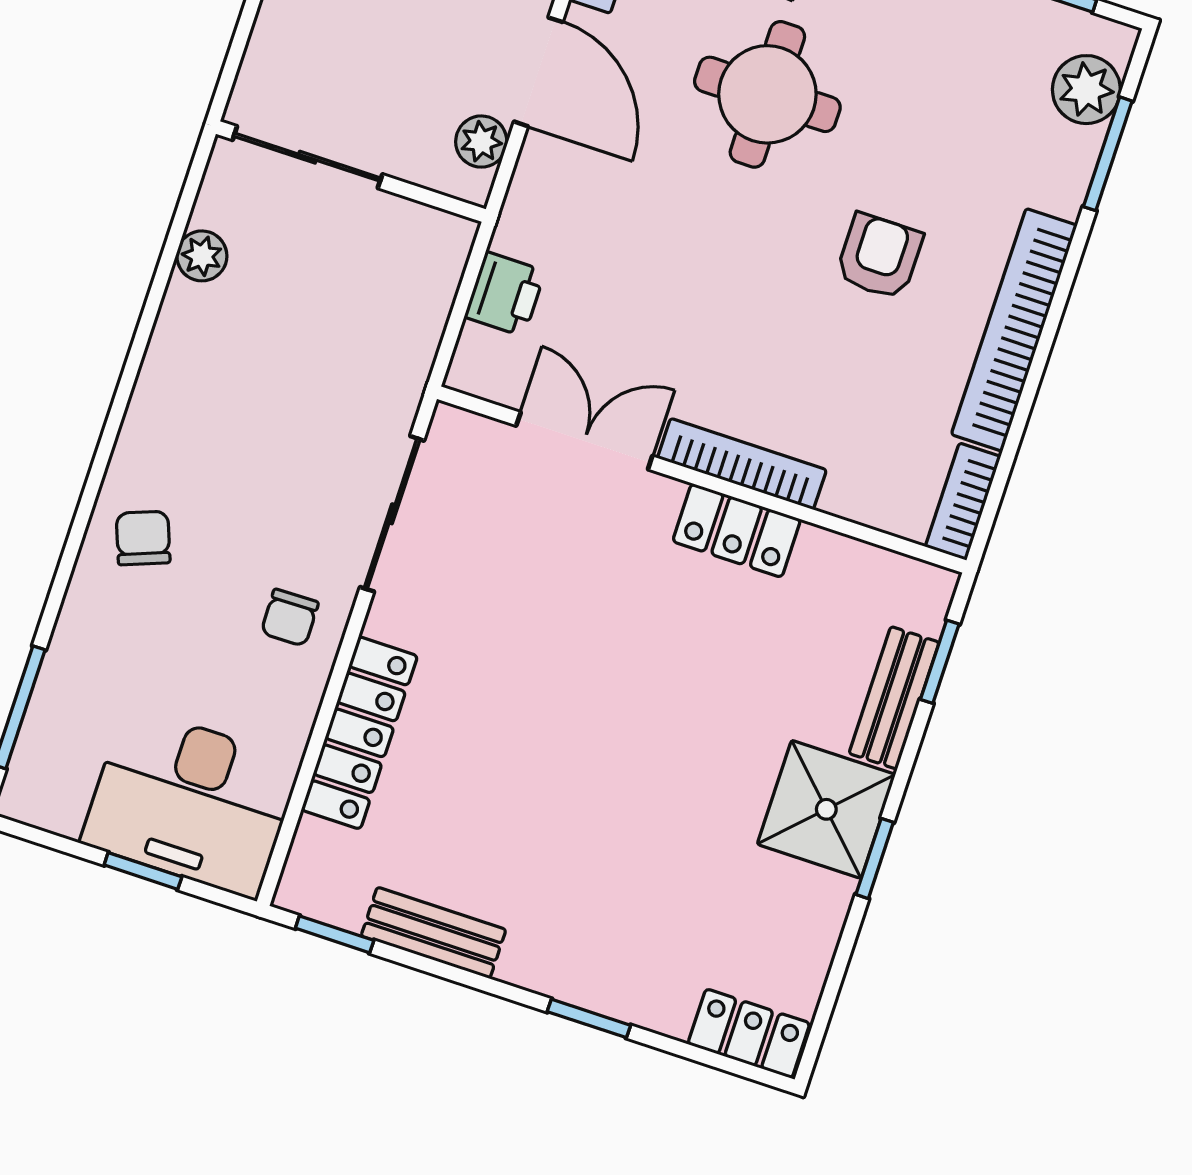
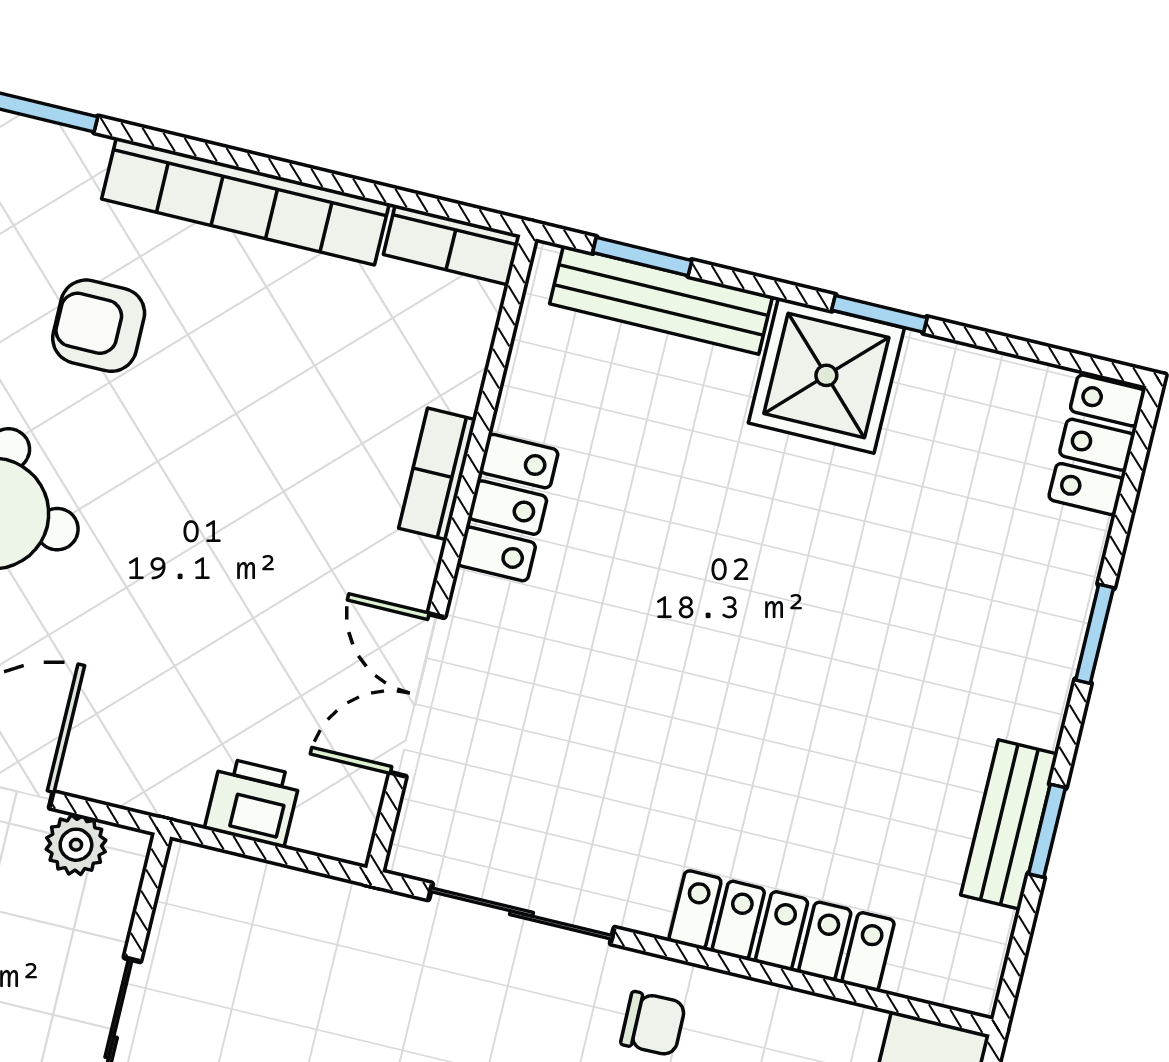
armchair: (879, 256) -> (99, 326), moved
bookcase: (742, 464) -> (437, 474), width x0.64
bench: (894, 698) -> (661, 300), width x1.36
window: (335, 934) -> (1047, 831), moved

